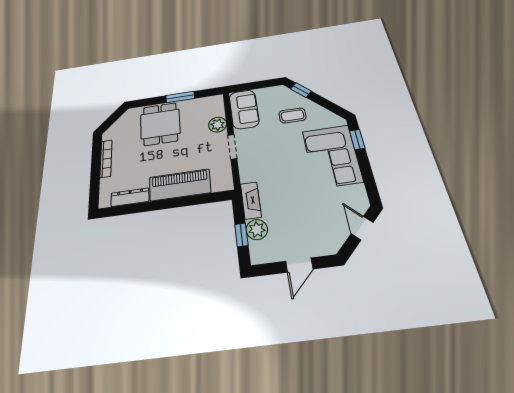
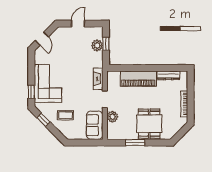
window: (301, 90) -> (43, 120), moved
fireplace: (251, 200) -> (98, 79), moved

